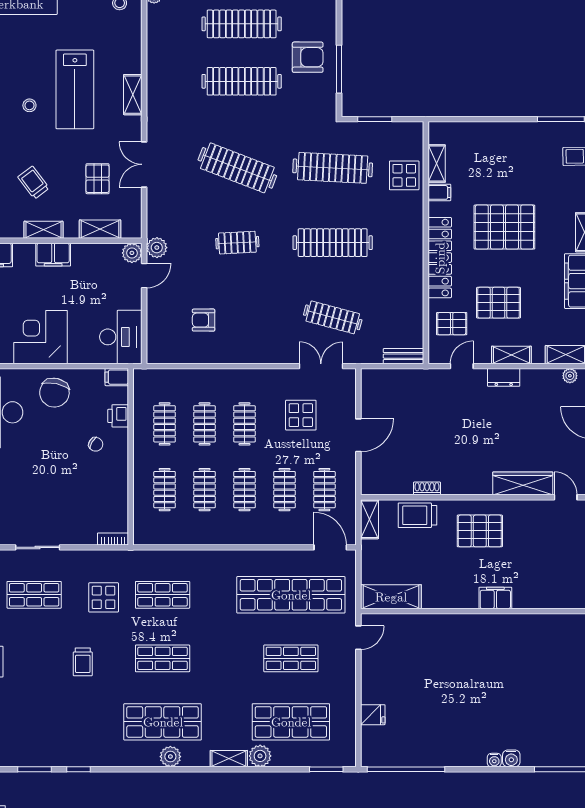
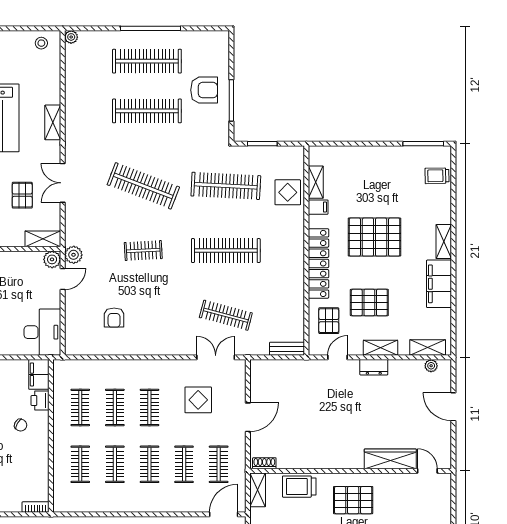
shelving: (100, 229) -> (43, 239), moved
armchair: (204, 320) -> (114, 318), turned -90
pallet: (452, 324) -> (329, 321), turned 90
filing cabinet: (117, 377) -> (39, 374), width x2.00
shoe rack: (427, 488) -> (264, 463), moved
door: (330, 547) -> (224, 514), hinge flipped

